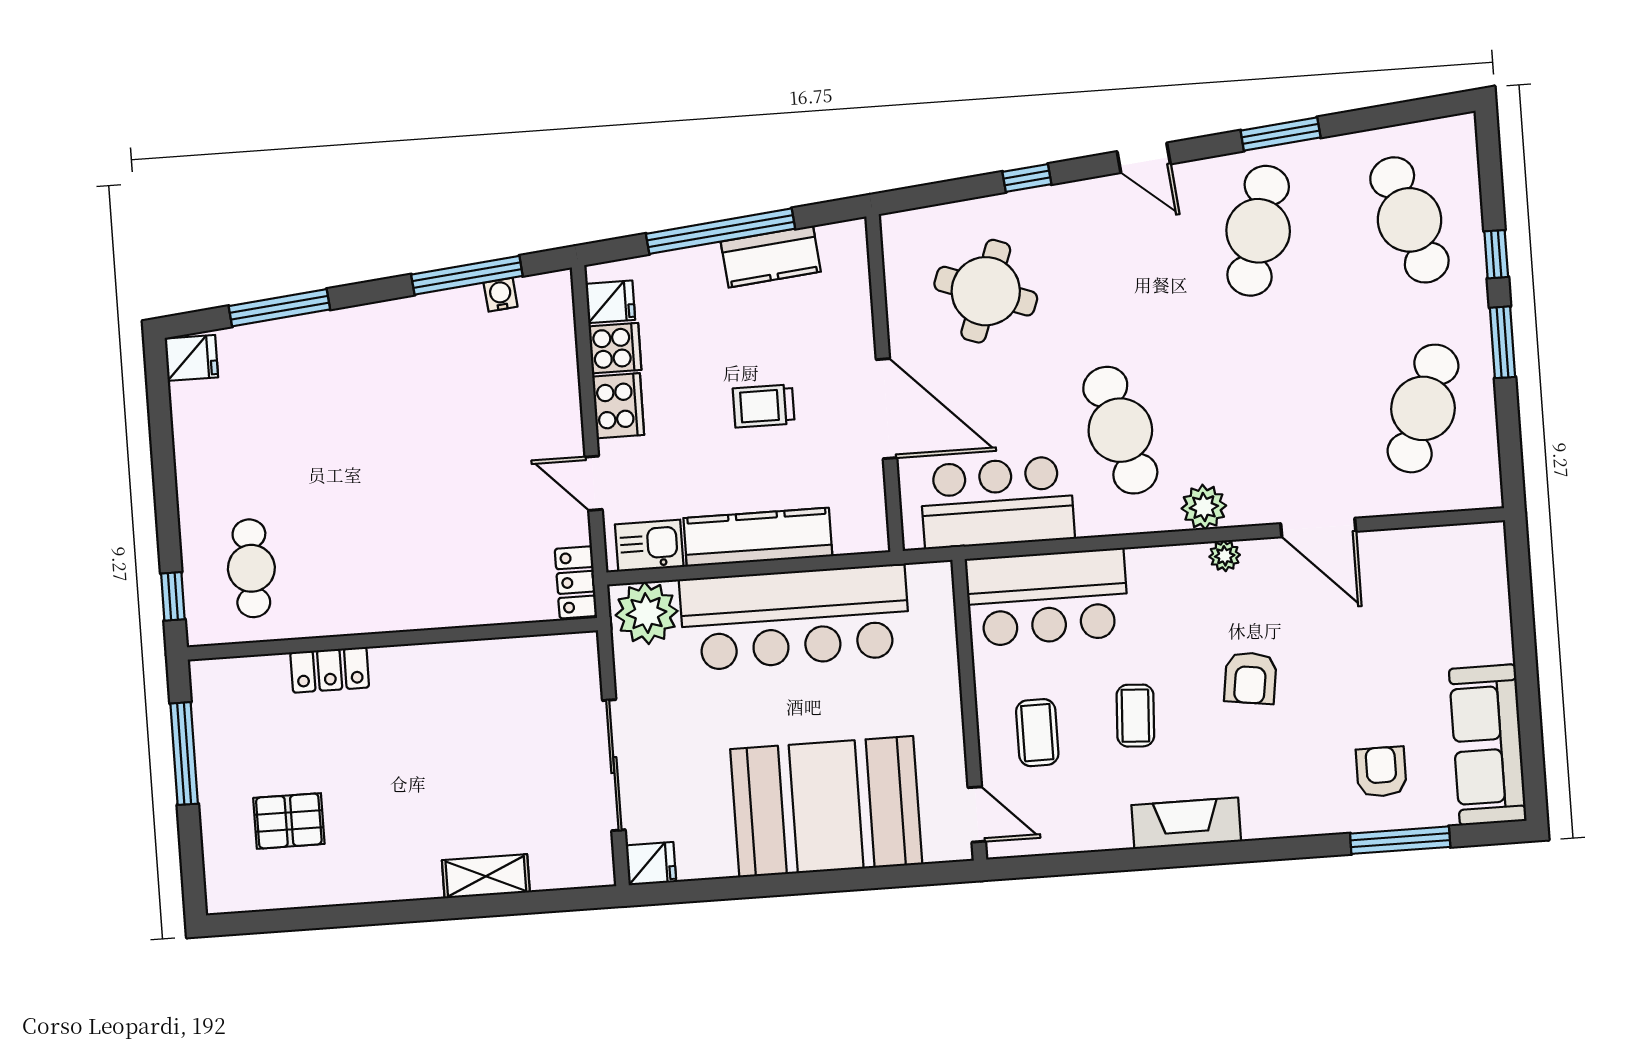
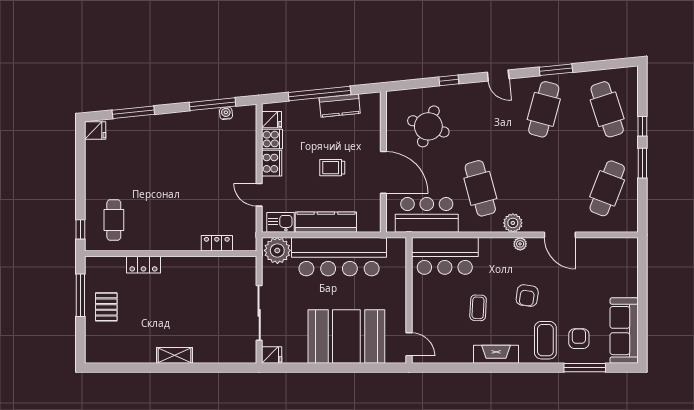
locker: (576, 582) -> (217, 243), moved, turned 90
coffee table: (1037, 733) -> (545, 340), moved, width x1.36, depth x1.30
pallet: (289, 821) -> (106, 307), moved, turned 90
shelving: (486, 876) -> (175, 355), moved

